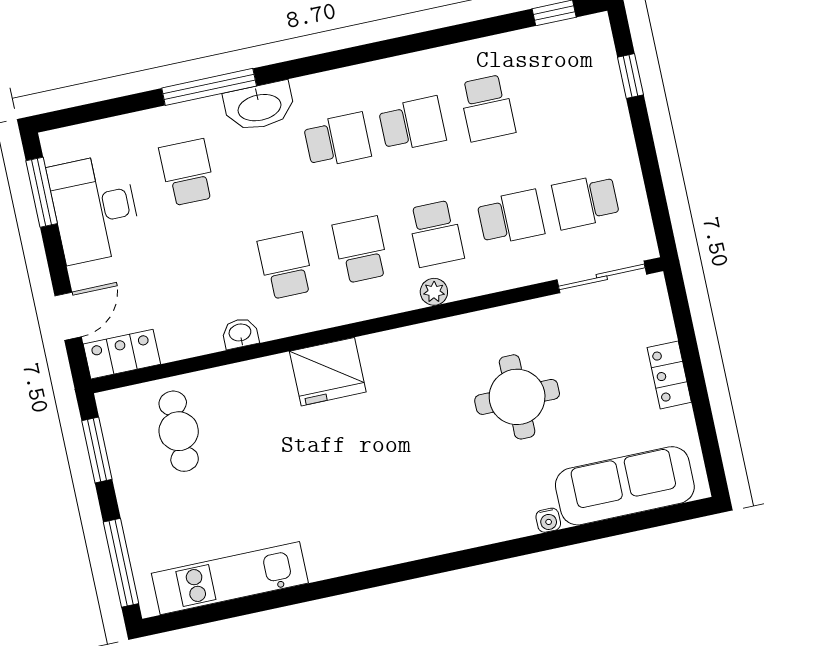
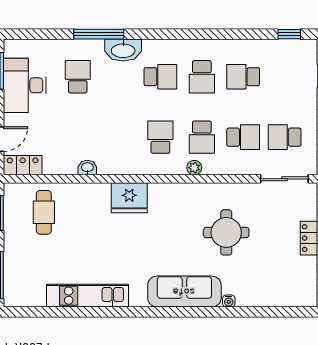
school desk: (487, 108) -> (243, 77), turned 90
school desk: (412, 124) -> (202, 77), turned 90
school desk: (286, 266) -> (119, 137), removed
sofa: (625, 486) -> (184, 292), moved
kitchen unit: (230, 578) -> (87, 296), moved

